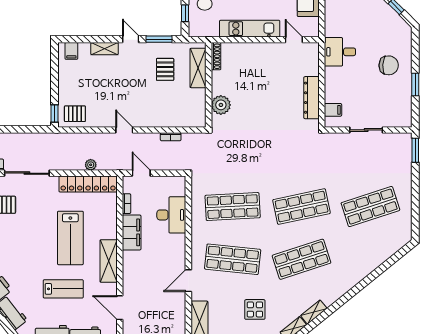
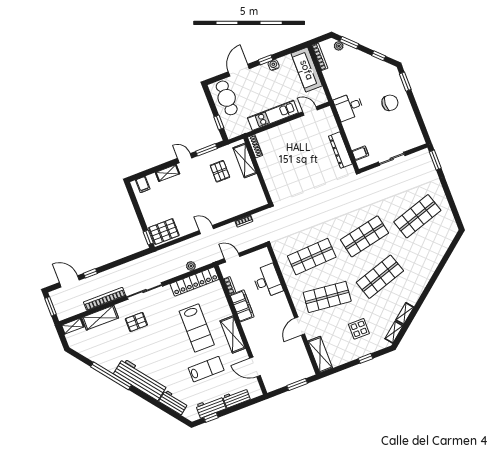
window: (415, 85) -> (405, 82), moved
plant: (221, 105) -> (273, 182), removed
pallet: (75, 114) -> (164, 232), width x1.50, depth x1.42

